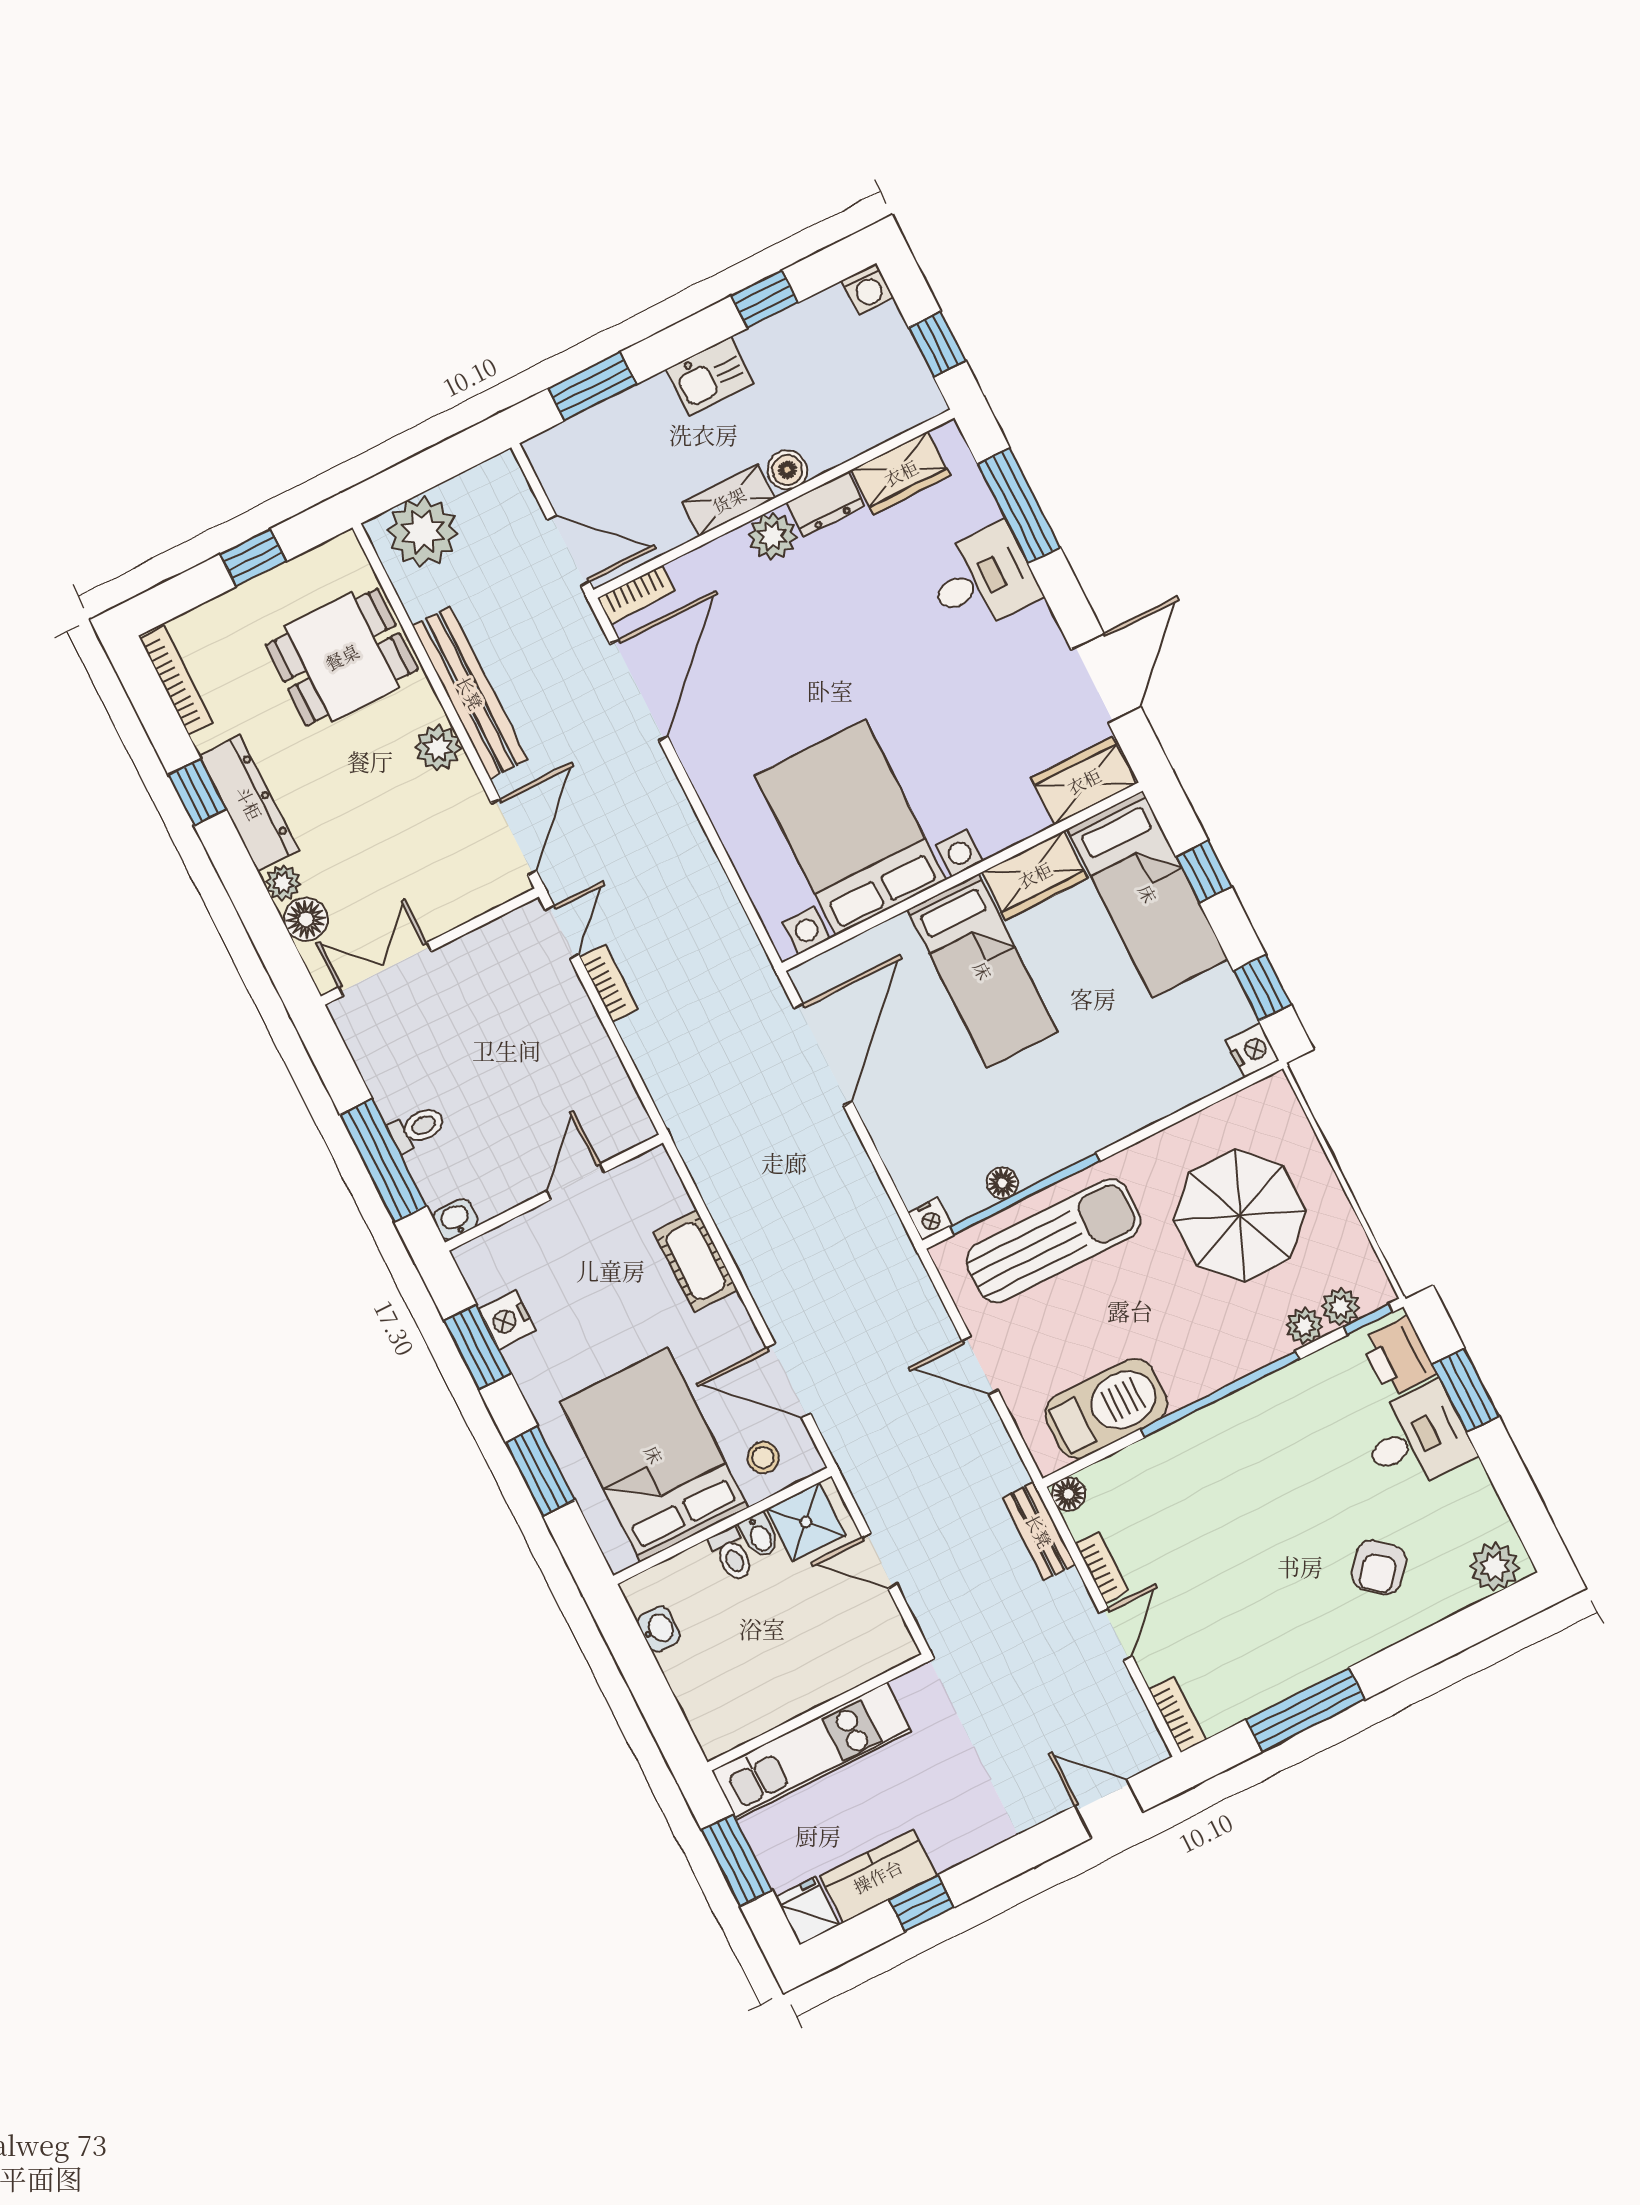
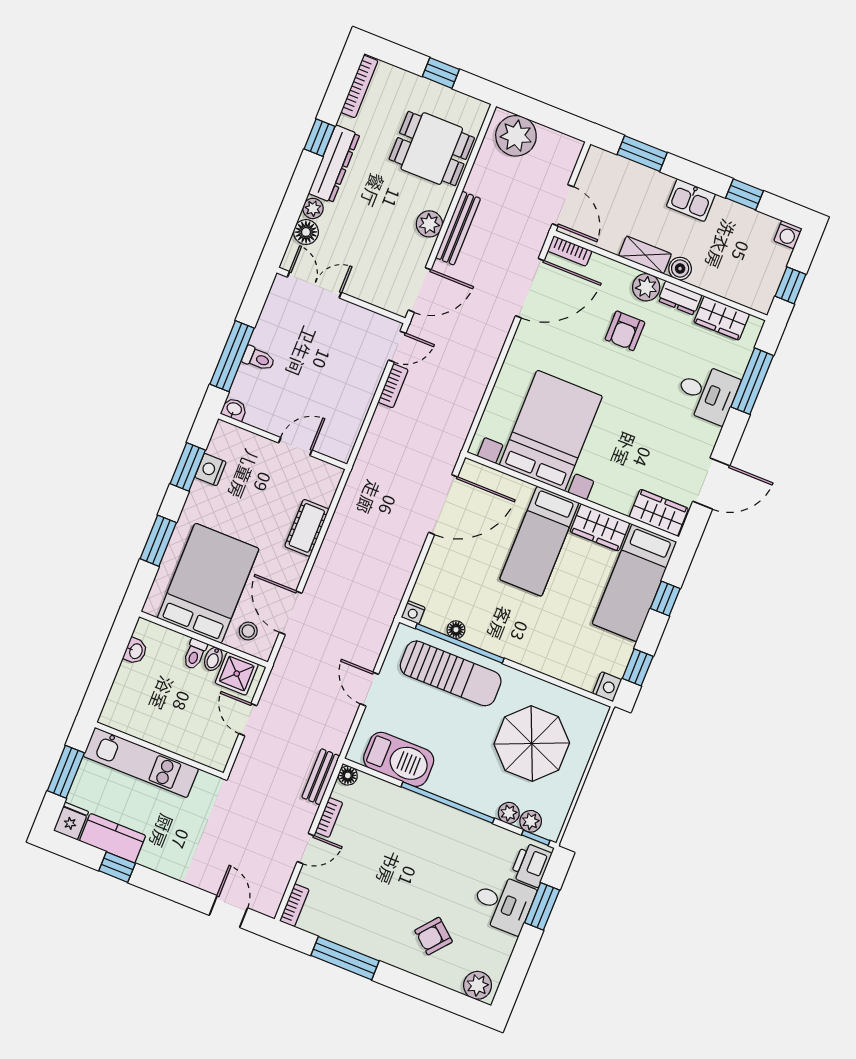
armchair: (805, 615) -> (625, 331), added
bench: (470, 693) -> (458, 228), width x0.73, depth x0.82

